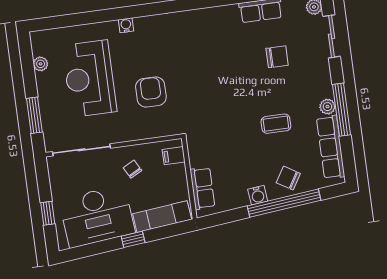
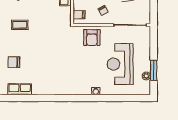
reception desk: (90, 79) -> (120, 64), turned 180
armchair: (151, 92) -> (92, 37), moved
window: (34, 115) -> (154, 70), moved

